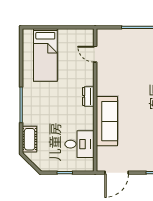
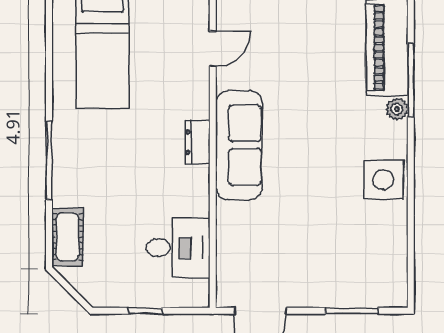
door: (95, 54) -> (213, 49), swing flipped
sofa: (107, 121) -> (239, 145), moved

